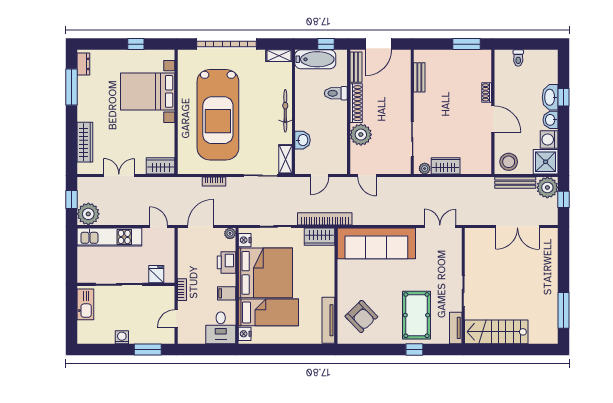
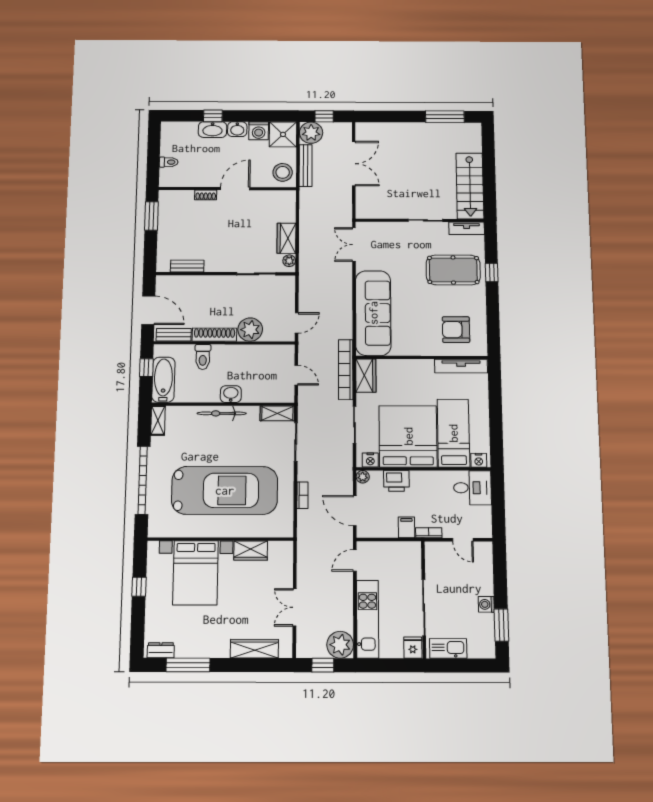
washbasin: (303, 140) -> (231, 394), moved
wardrobe: (161, 166) -> (251, 551), moved, turned -90
fridge: (156, 274) -> (413, 648), moved, turned 90
filing cabinet: (227, 293) -> (407, 527), moved, turned 180
armchair: (361, 316) -> (456, 330), turned -136
window: (148, 349) -> (501, 625), moved

